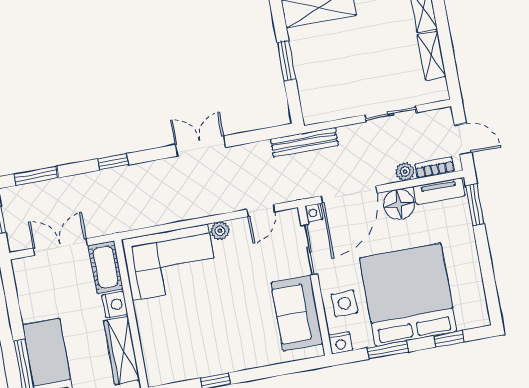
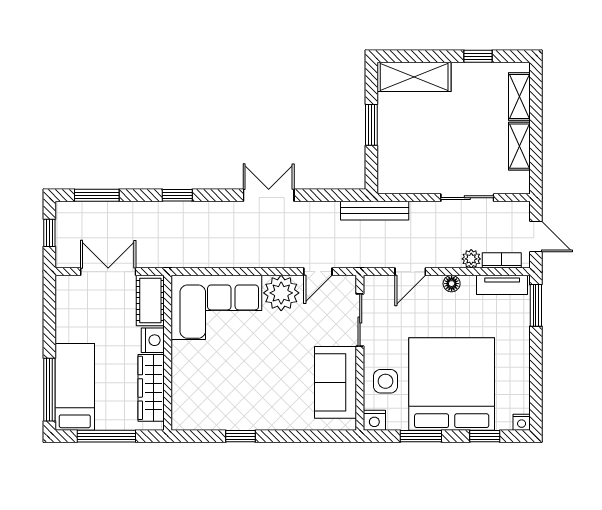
door: (349, 194) -> (410, 272), width x0.53
floor lamp: (399, 204) -> (452, 284), width x0.53, depth x0.53
nightstand: (314, 213) -> (522, 422), moved, turned -90
plant: (220, 231) -> (281, 293), width x1.88, depth x1.88

